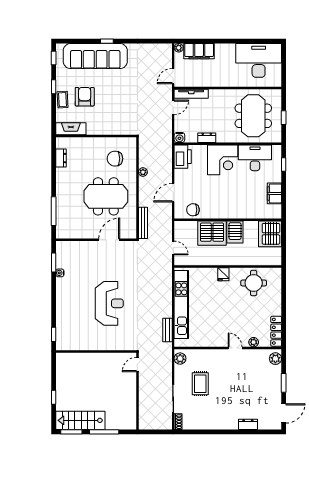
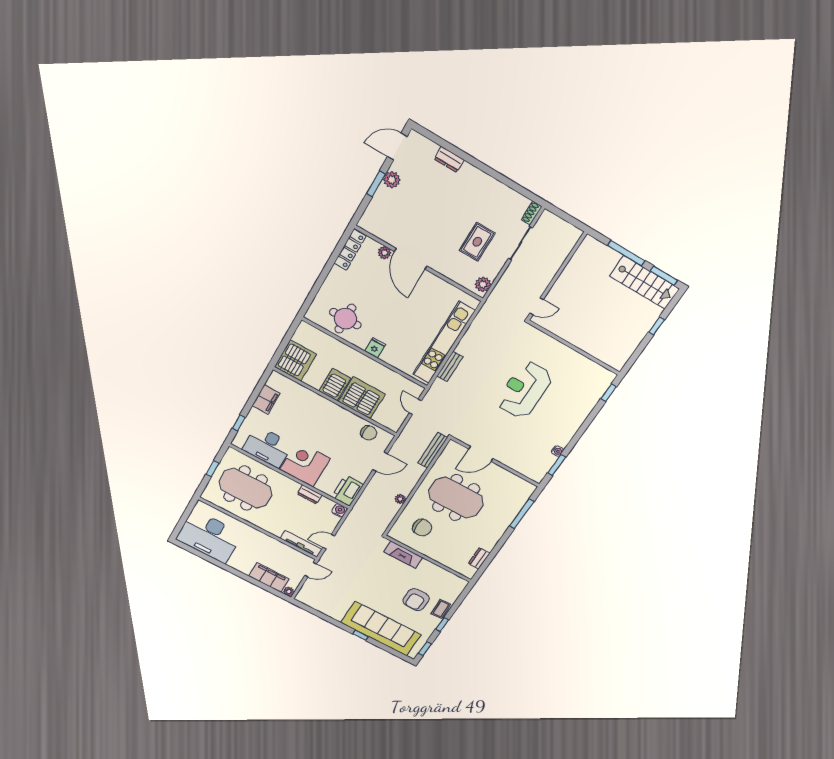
meeting table: (253, 116) -> (245, 488), turned 90
fireplace: (71, 129) -> (403, 555), moved
bench: (167, 330) -> (450, 367), moved
door: (235, 348) -> (411, 259), width x1.88
plant: (275, 359) -> (392, 180), moved

